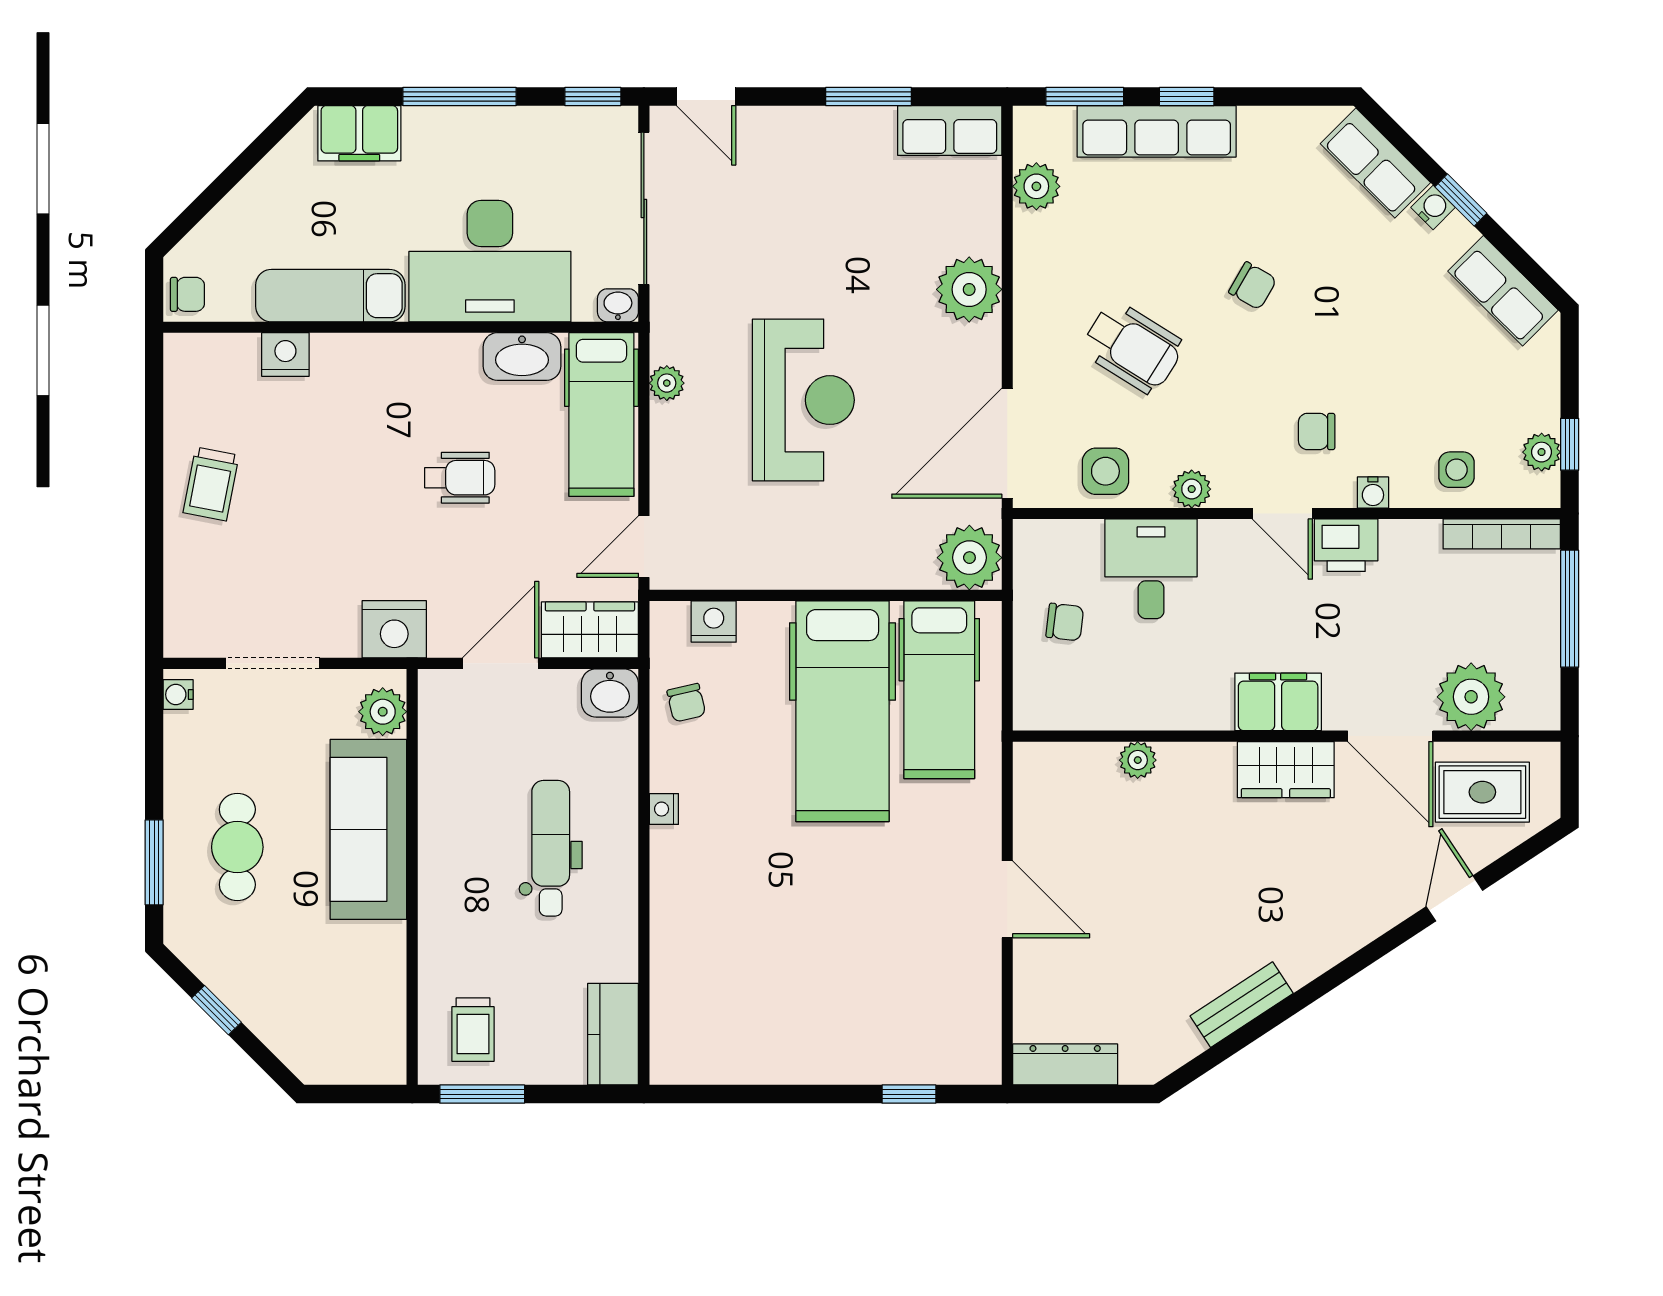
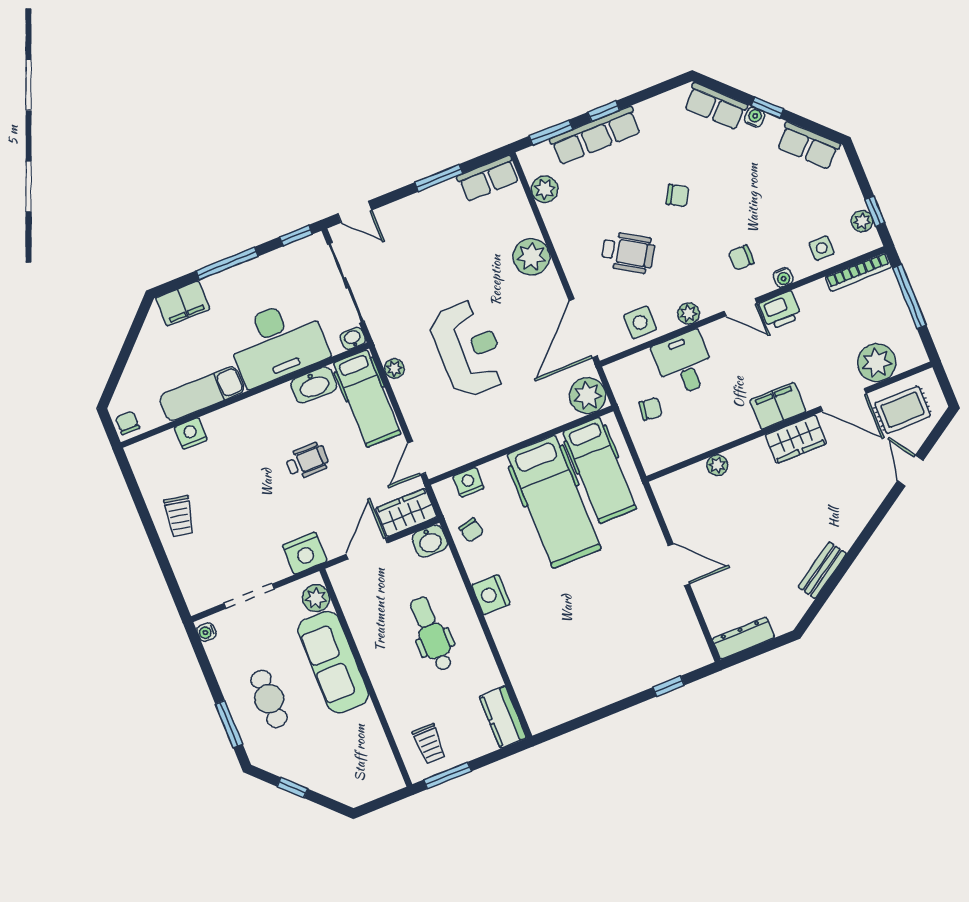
chair: (187, 294) -> (127, 423), turned -90
nightstand: (664, 809) -> (491, 594), width x1.89, depth x1.79

